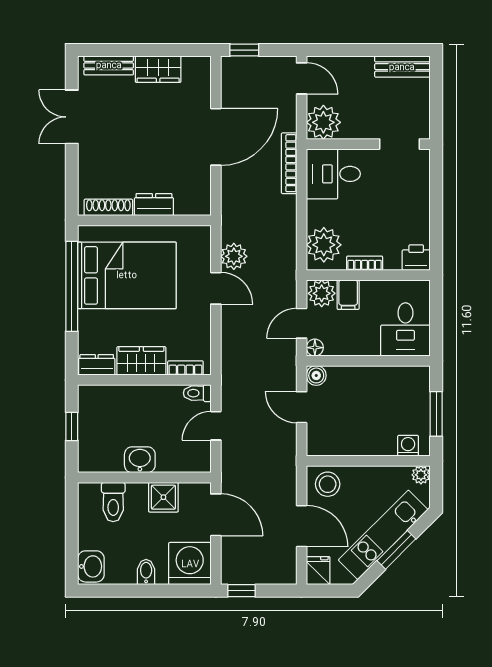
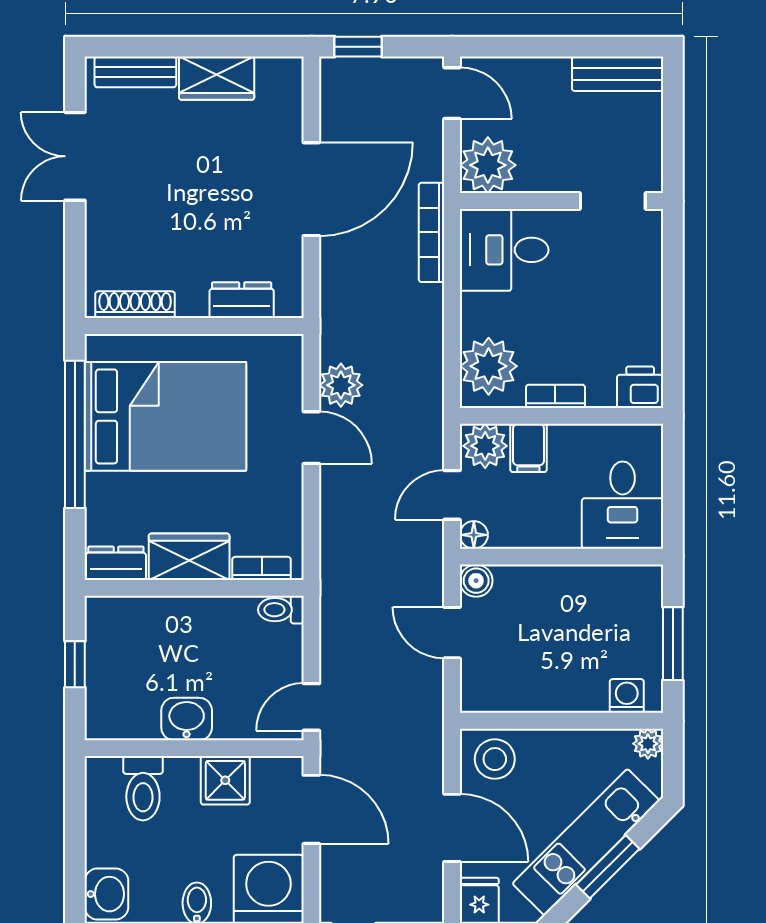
dresser: (154, 205) -> (242, 300), moved
door: (216, 426) -> (311, 707), moved

